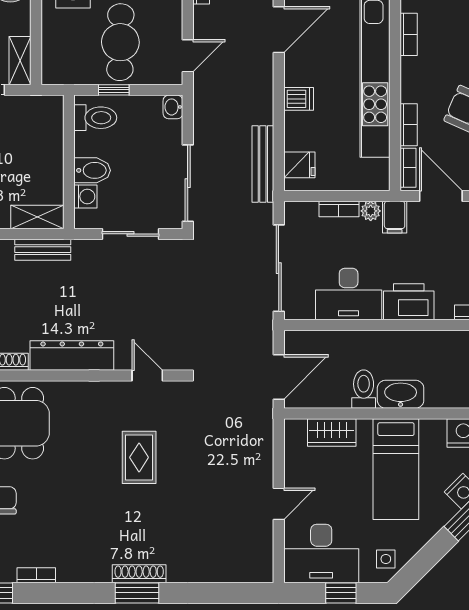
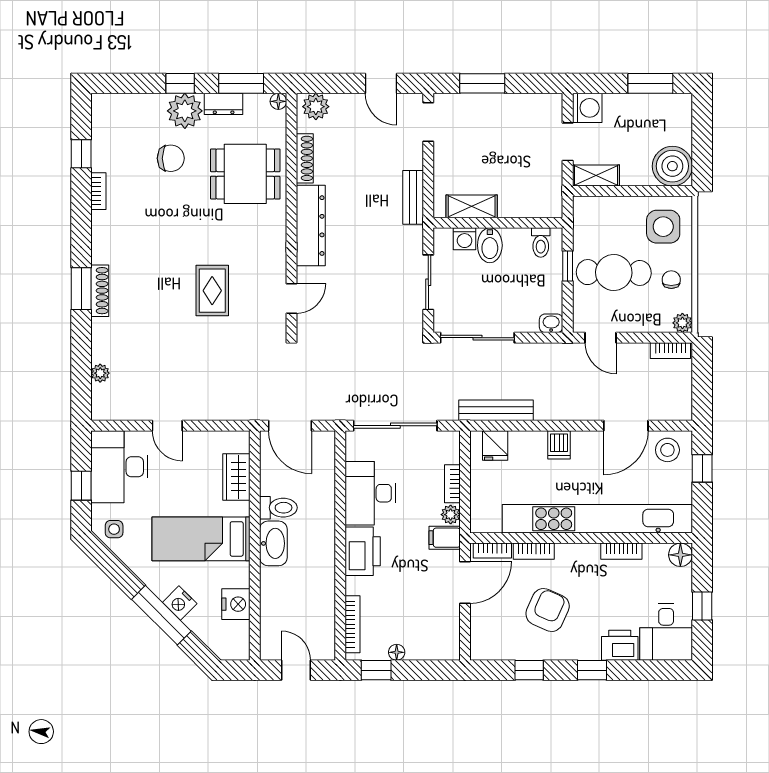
door: (279, 30) -> (626, 426), hinge flipped
toilet: (95, 118) -> (541, 242), width x0.73, depth x0.72
shelving: (37, 217) -> (472, 206), moved, turned 90
rug: (139, 457) -> (212, 291), turned 90
plant: (224, 573) -> (100, 373), added

